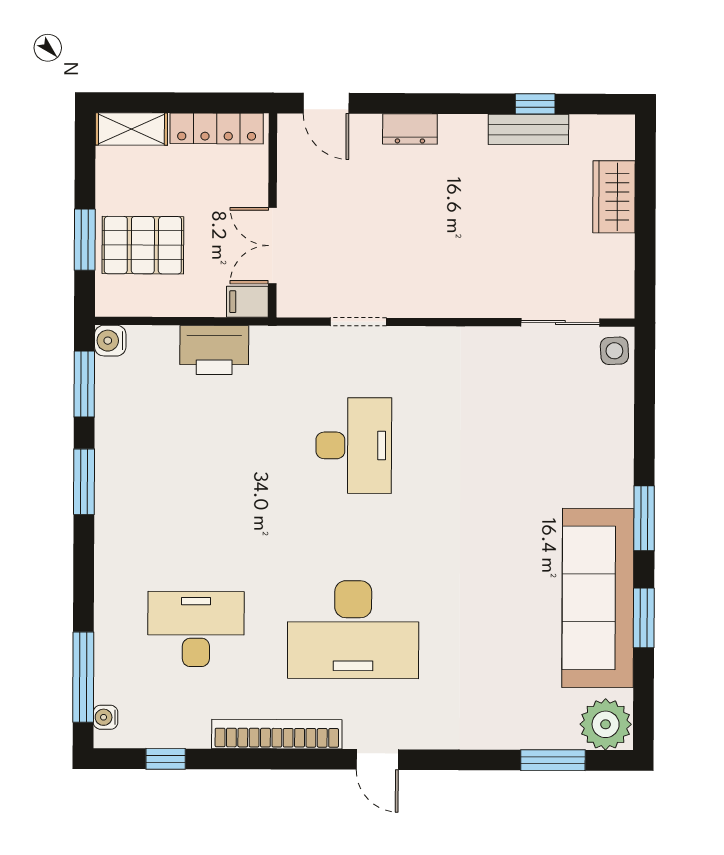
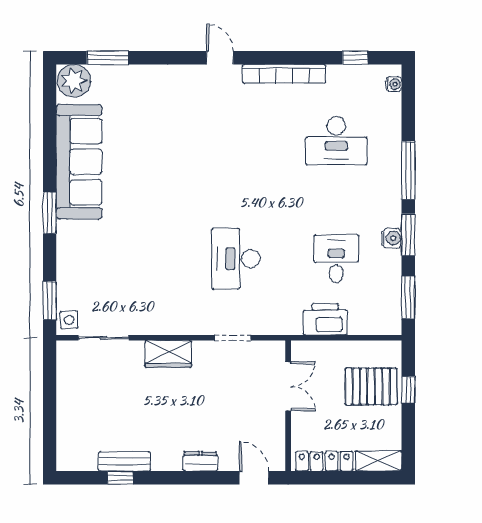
wardrobe: (614, 197) -> (168, 354), moved, turned 90
window: (85, 240) -> (408, 390), width x0.67
filing cabinet: (247, 302) -> (304, 350), removed
water cooler: (110, 341) -> (392, 238), moved
window: (644, 618) -> (50, 300), moved
desk: (353, 630) -> (336, 259), moved, width x0.53, depth x0.77
window: (83, 677) -> (408, 170), moved

